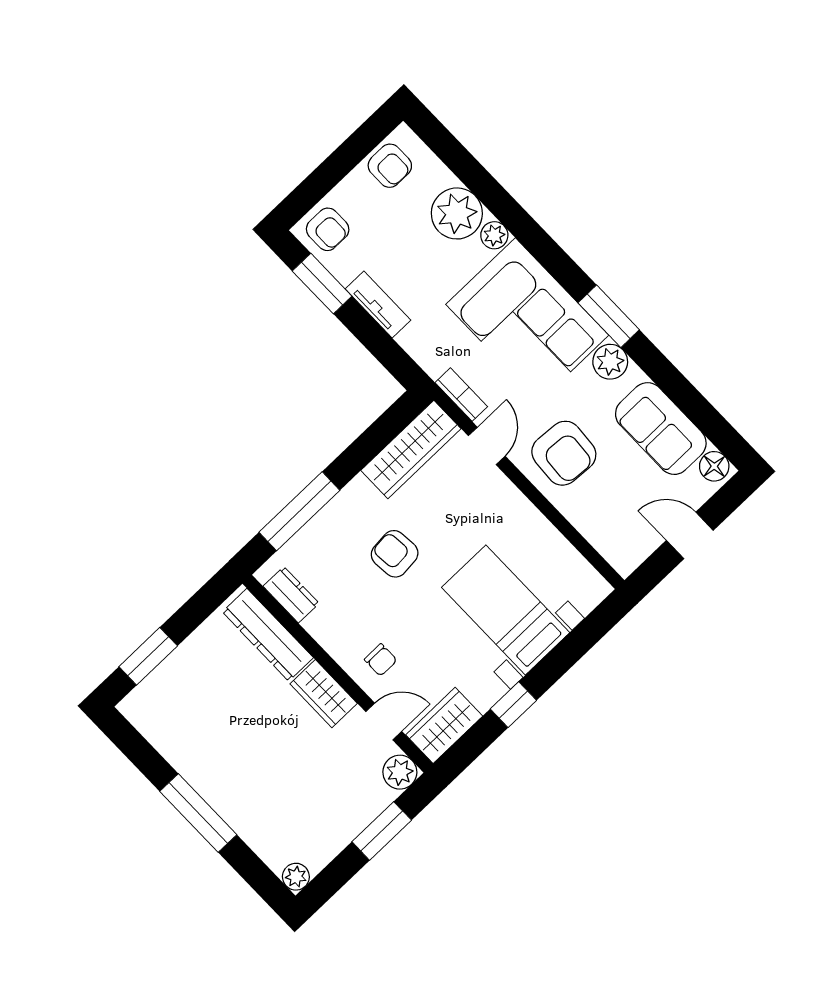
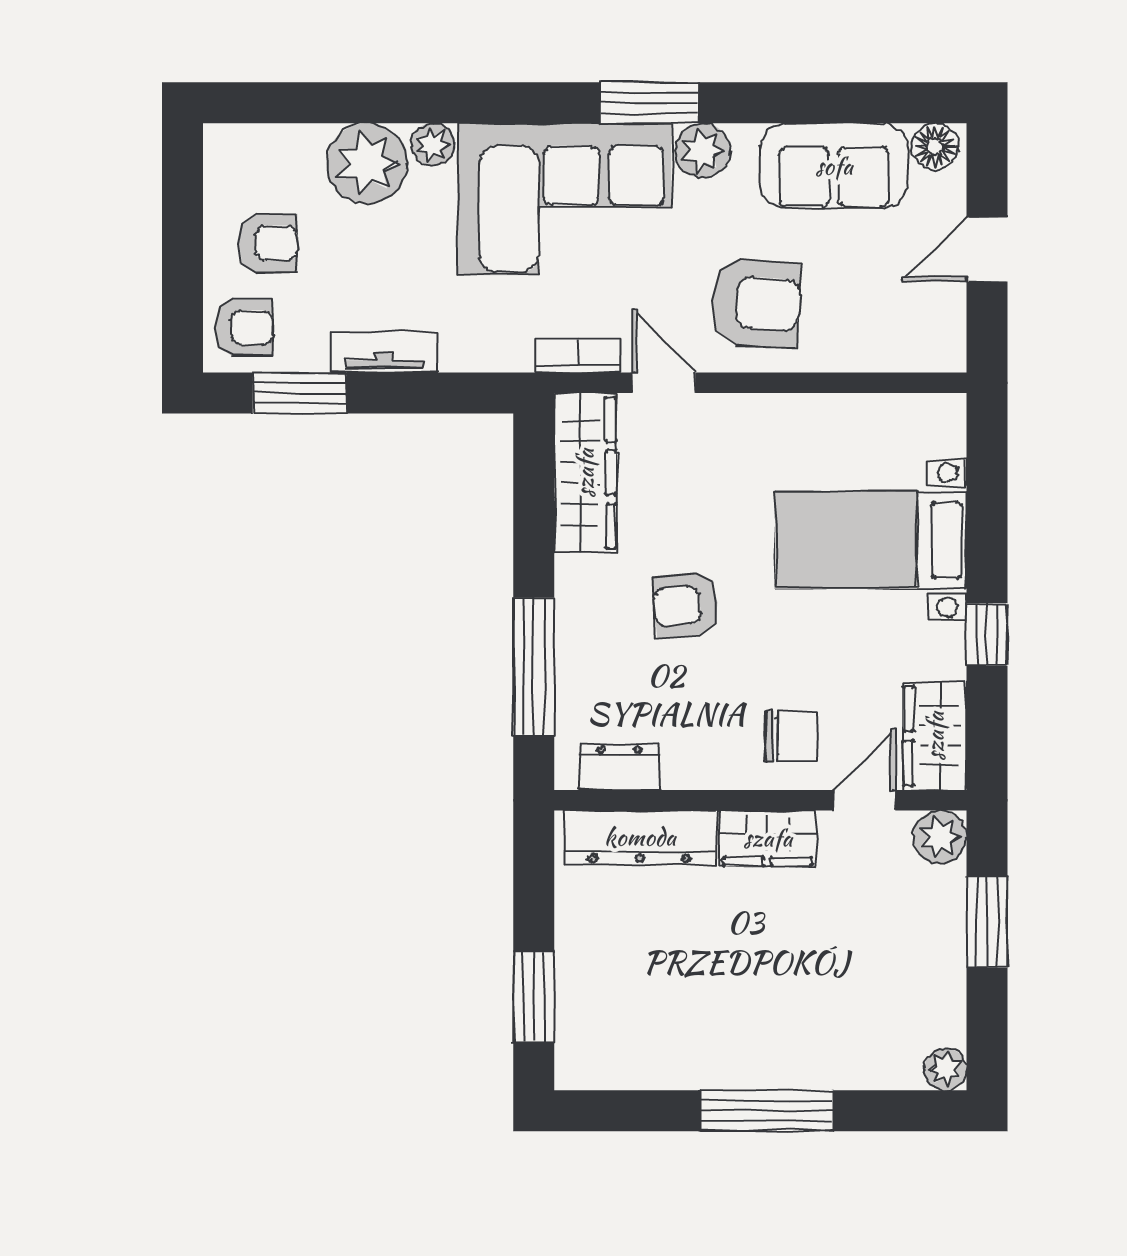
armchair: (390, 166) -> (268, 243), moved
chair: (381, 660) -> (791, 737), width x1.37, depth x1.37

